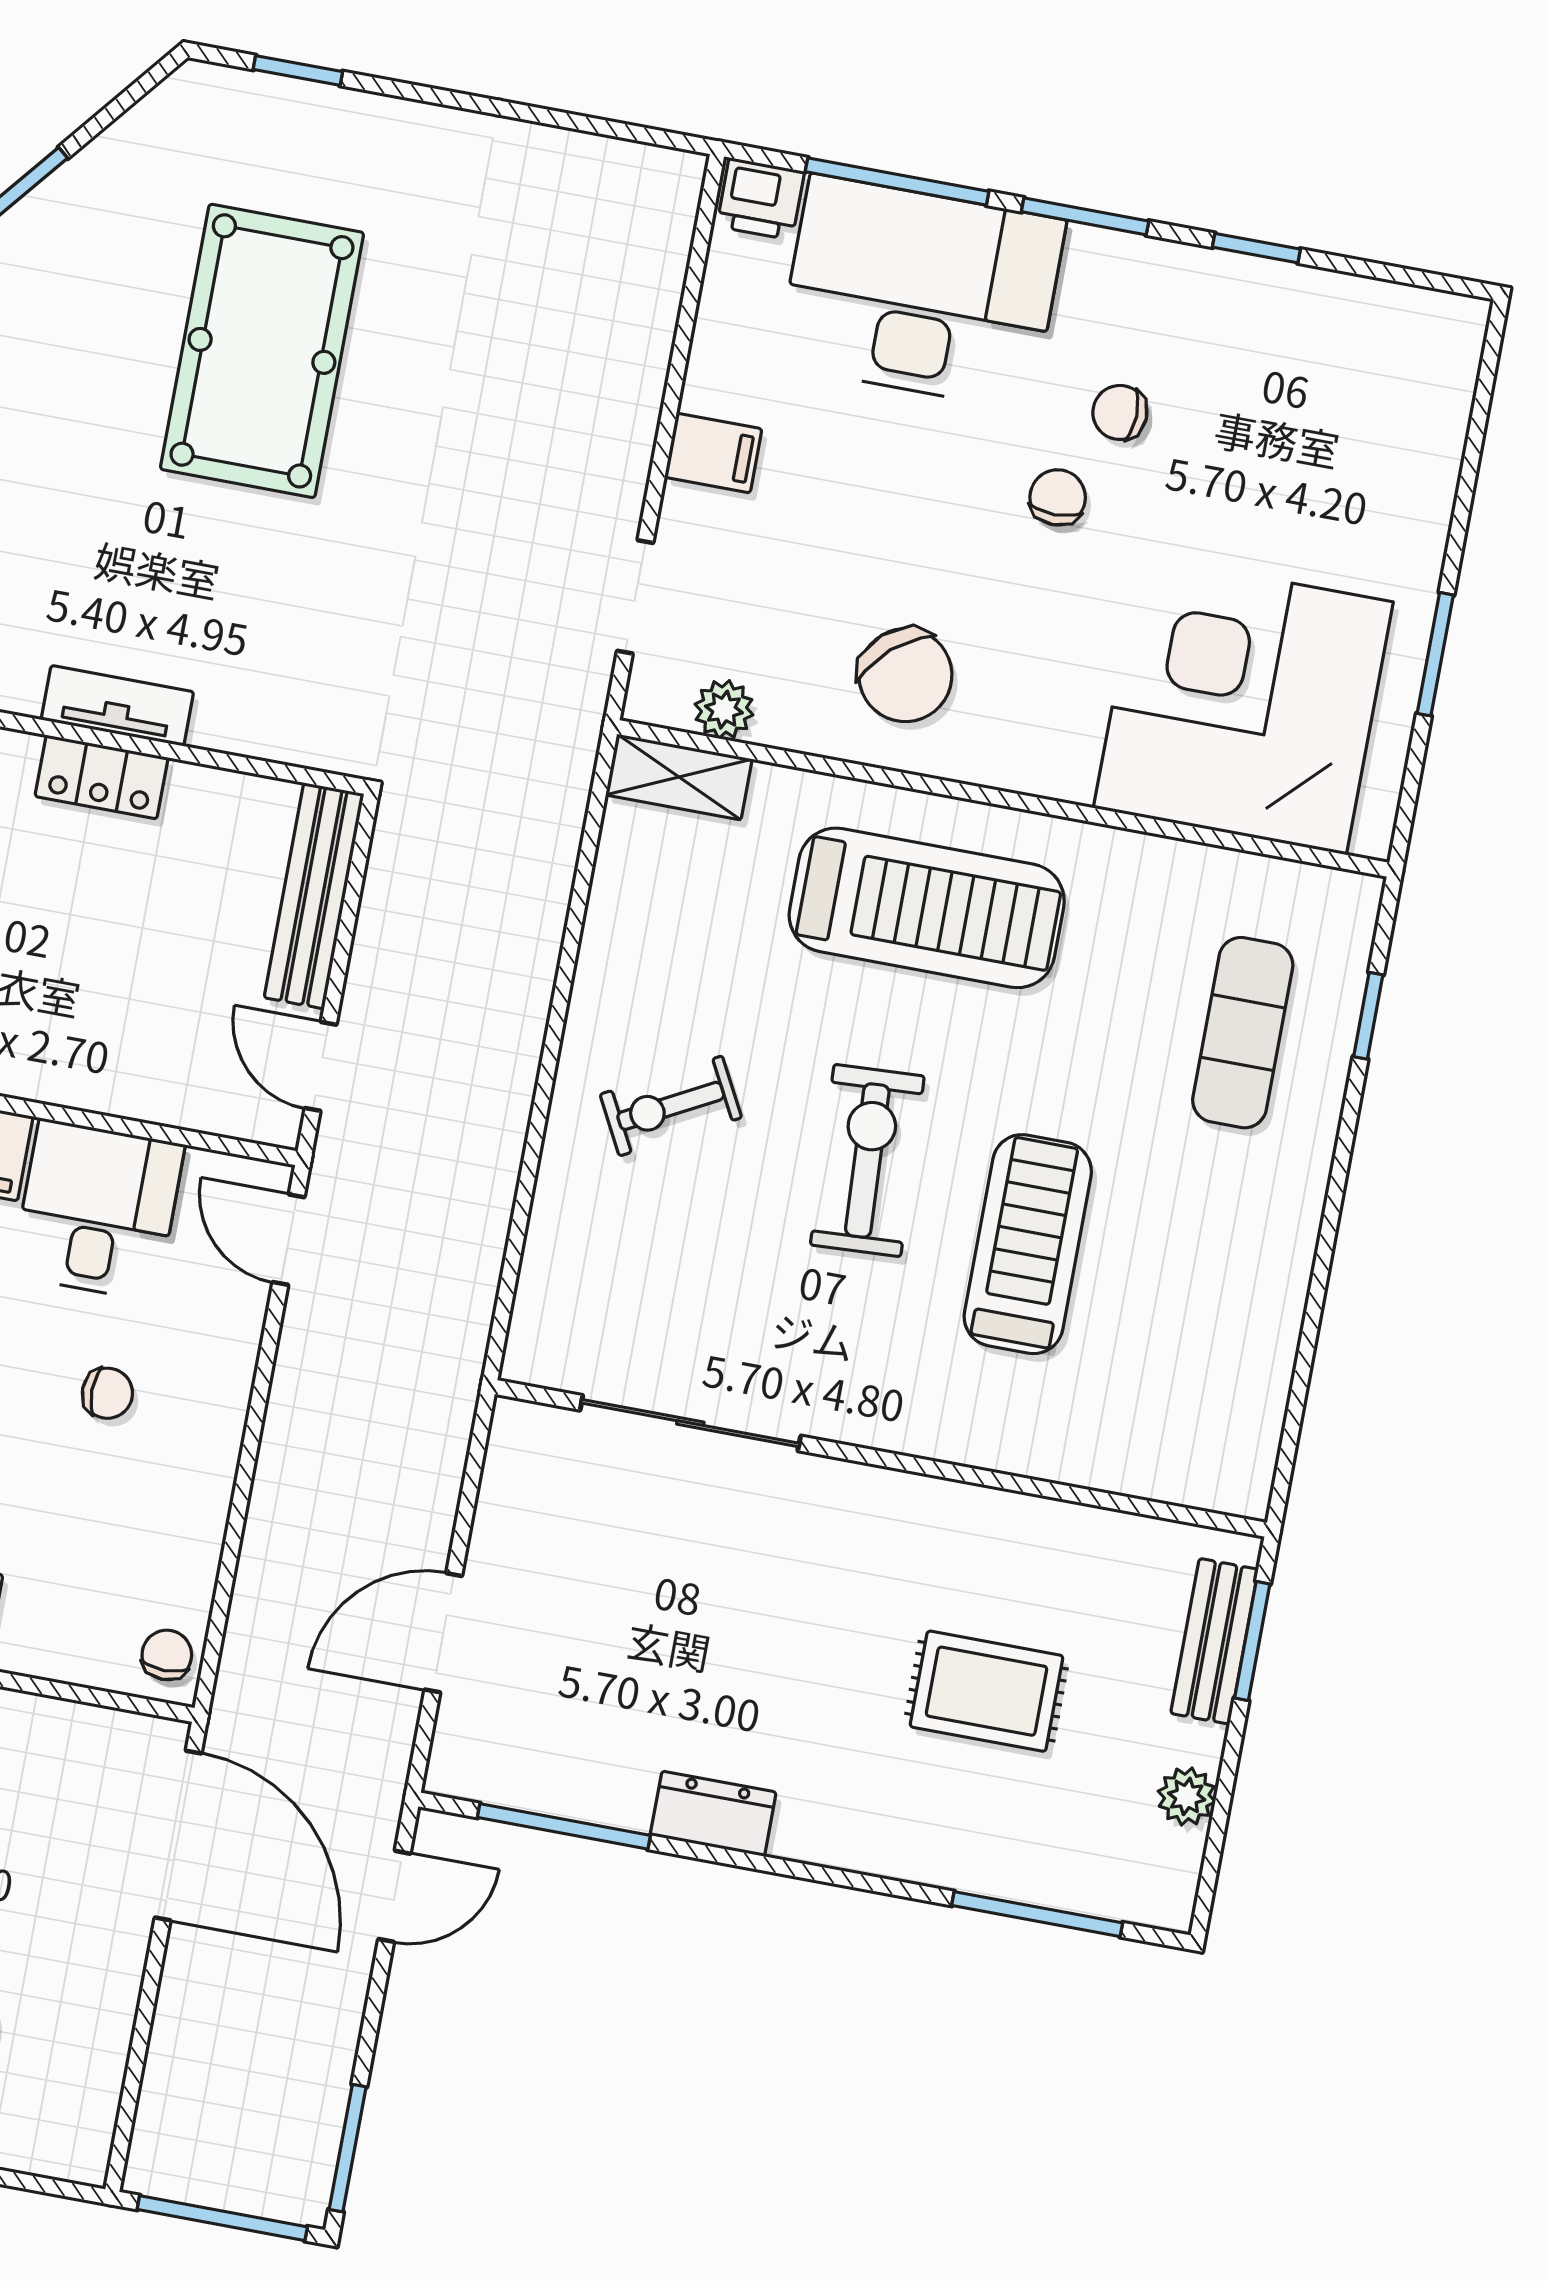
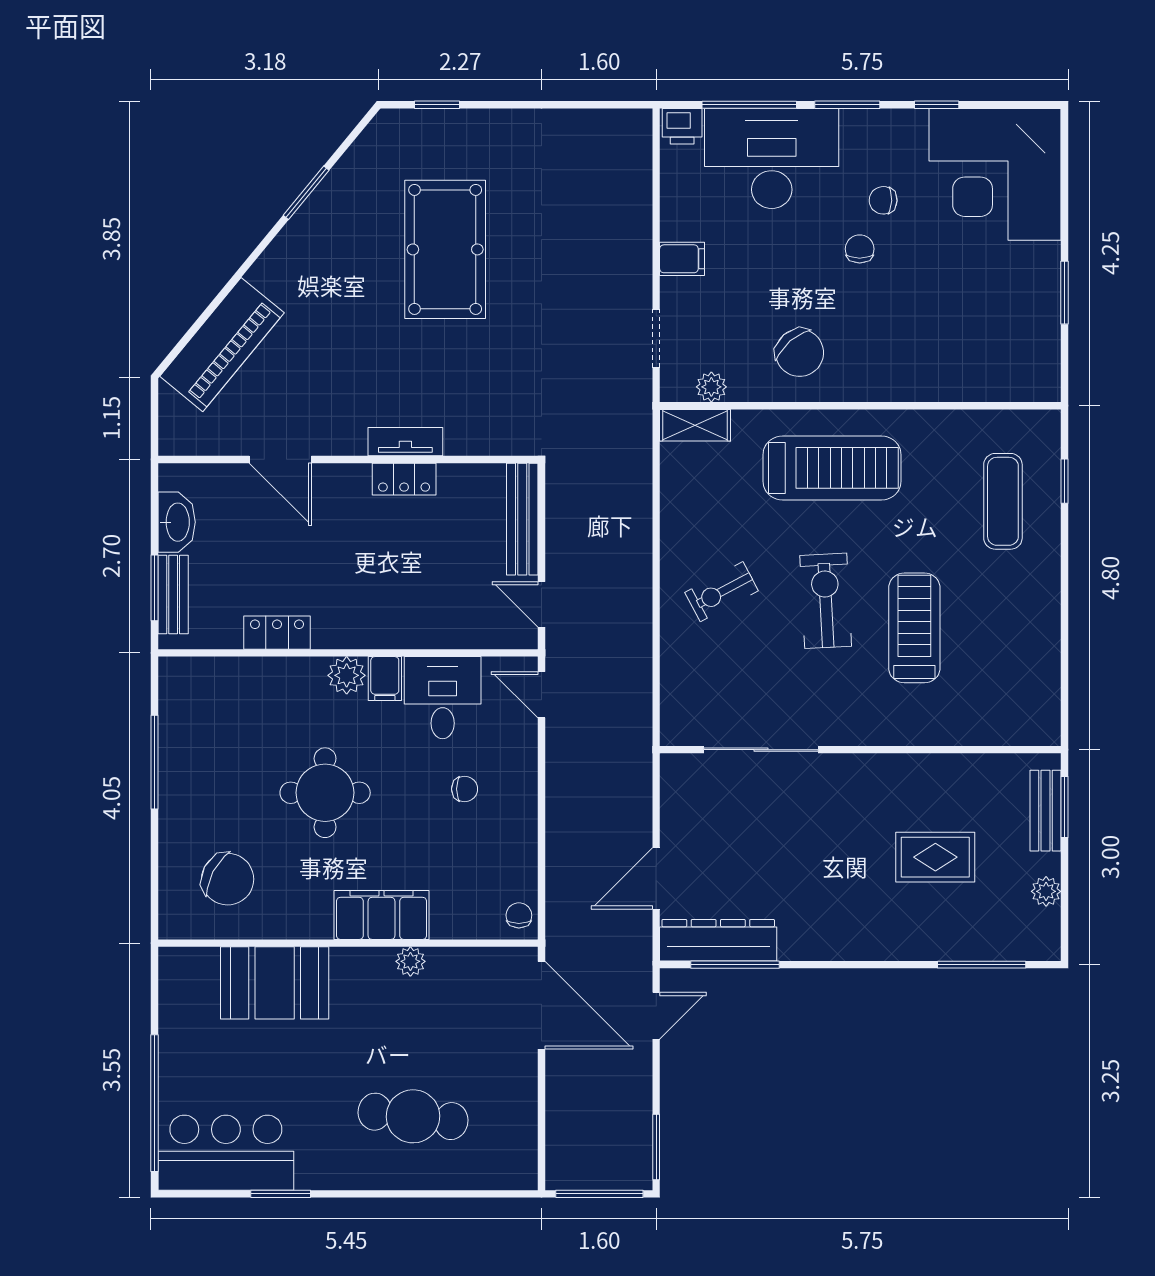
corner desk: (1243, 705) -> (995, 174), moved, turned -90
dresser: (713, 1814) -> (718, 940), moved, width x1.96, depth x1.24

